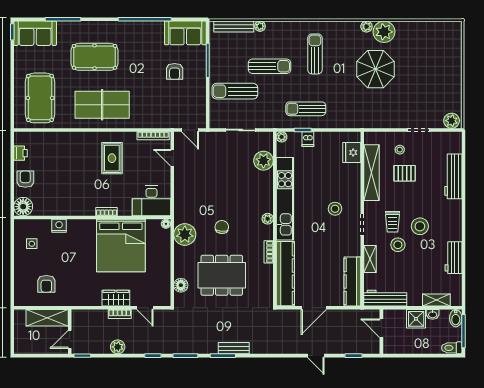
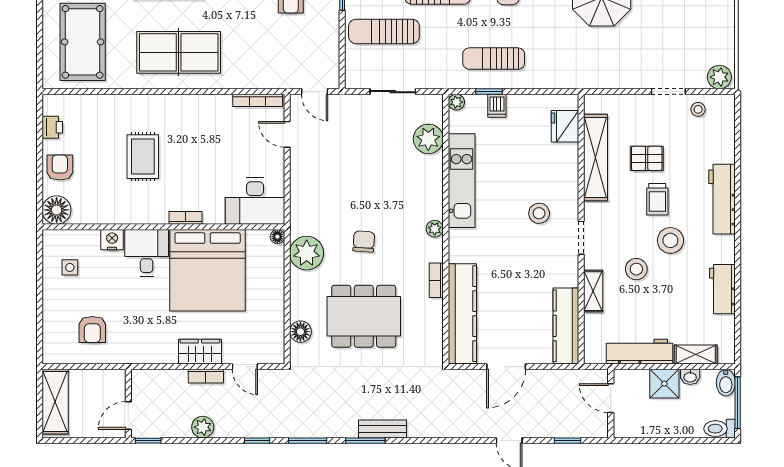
stool: (400, 150) -> (698, 109), moved
rug: (112, 158) -> (143, 157), moved
workbench: (453, 176) -> (722, 199), moved
kitchen unit: (285, 199) -> (462, 181), width x0.73
trolley: (393, 222) -> (657, 199), moved
desk: (81, 234) -> (147, 253), added
workbench: (385, 298) -> (640, 352), moved
shelving: (47, 318) -> (55, 402), moved, turned 90

